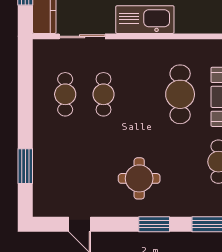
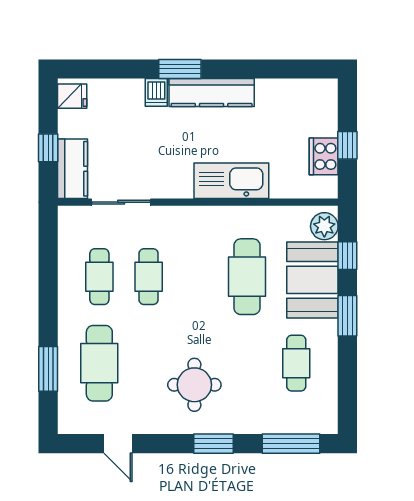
kitchen sink: (145, 20) -> (231, 181), moved
cafe table: (65, 162) -> (99, 363), added

